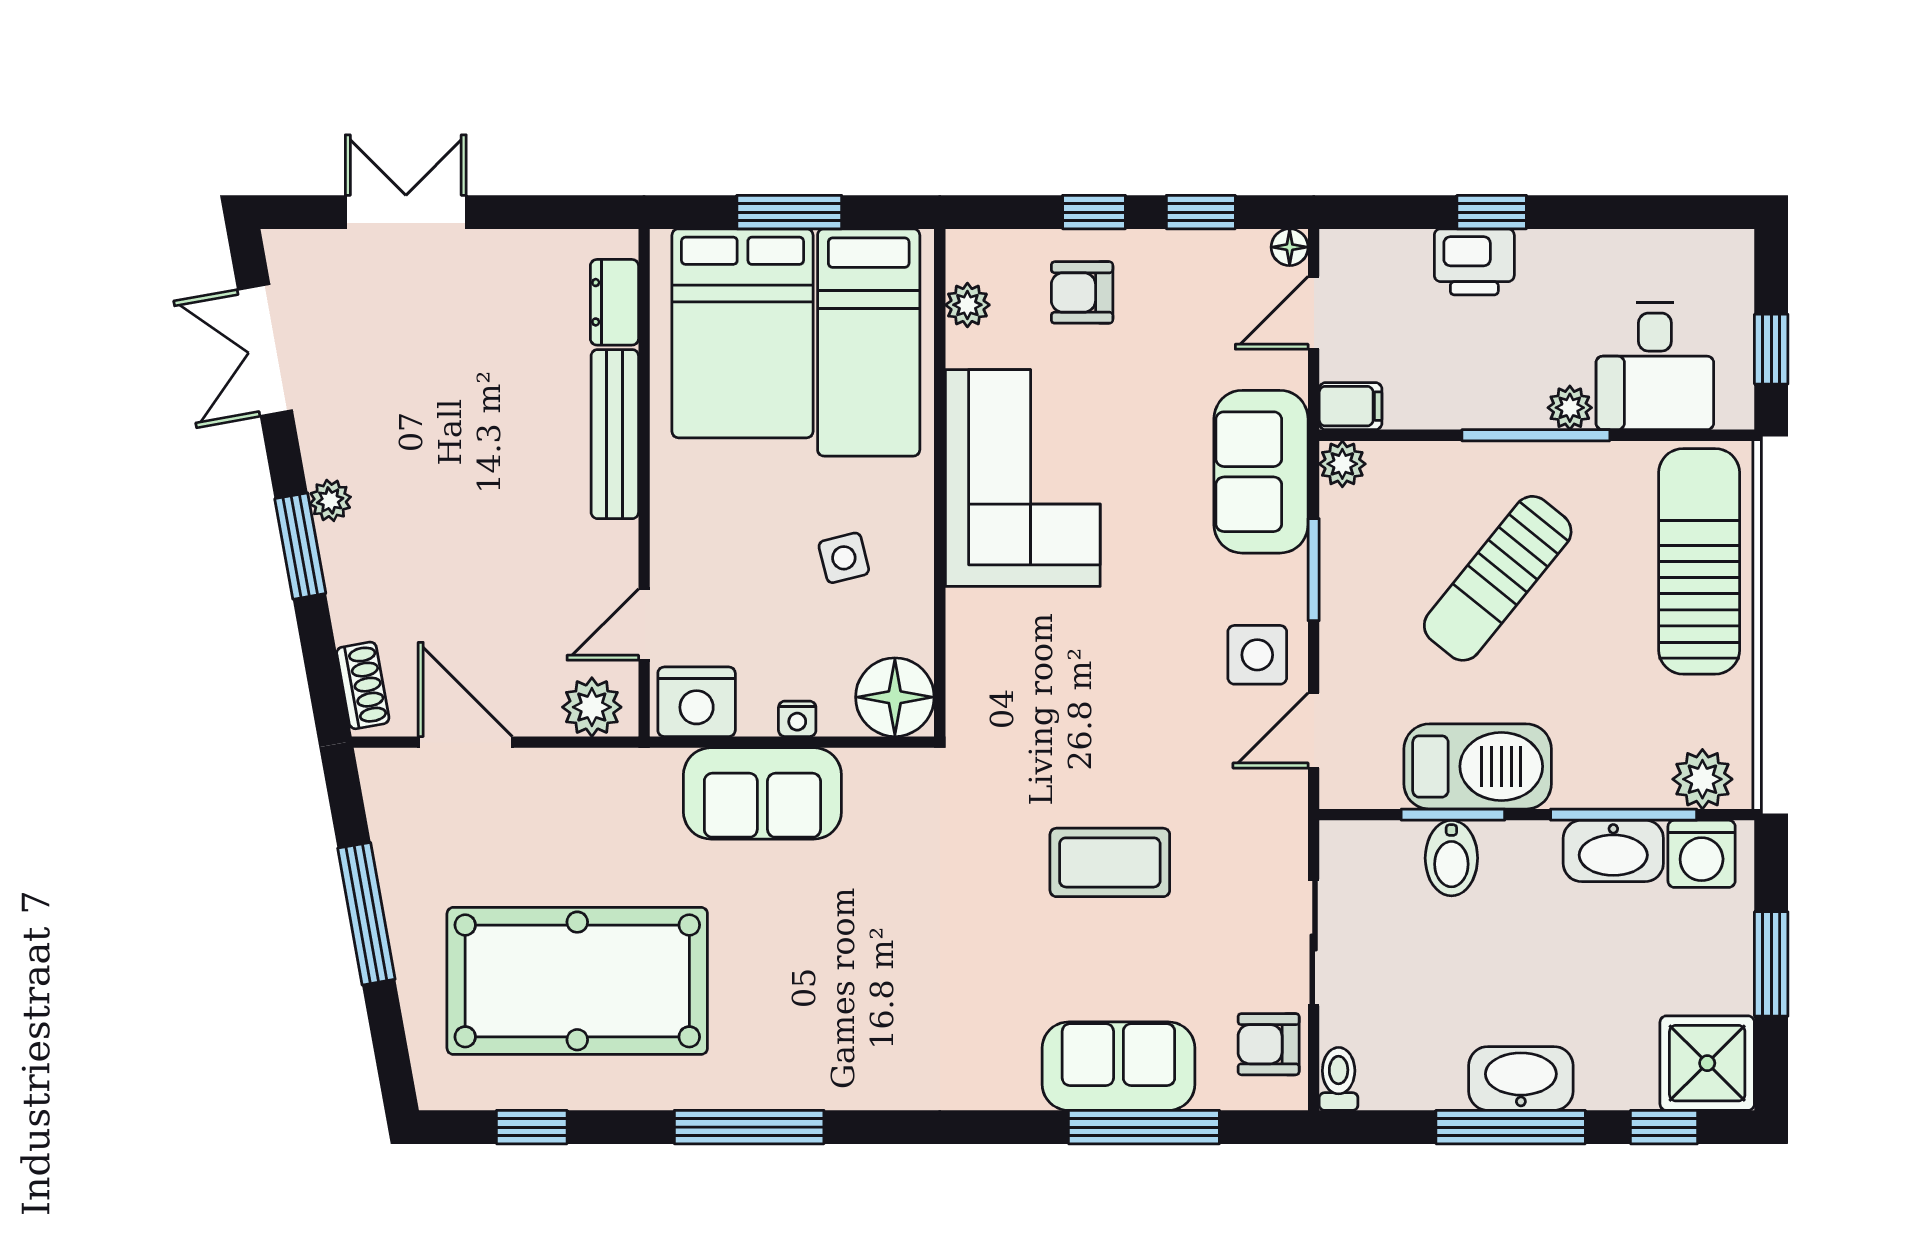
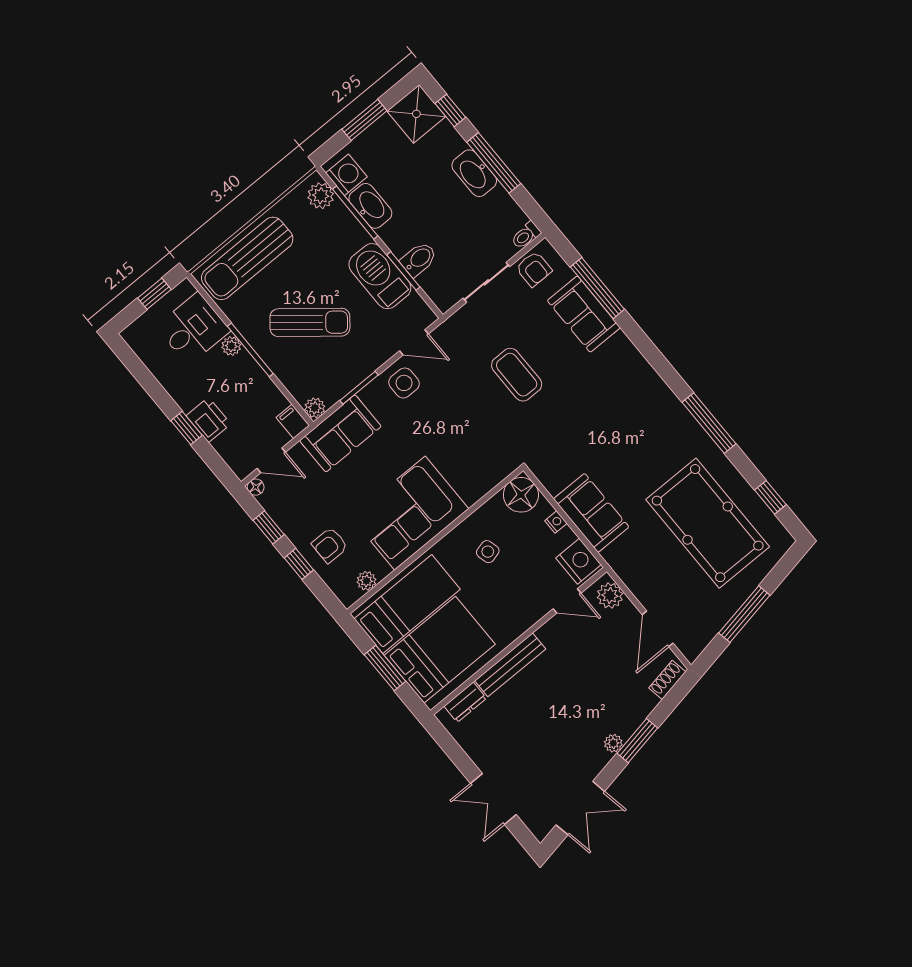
armchair: (1082, 292) -> (330, 545), turned 90

